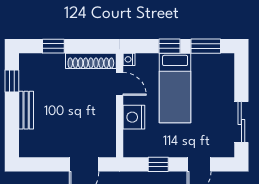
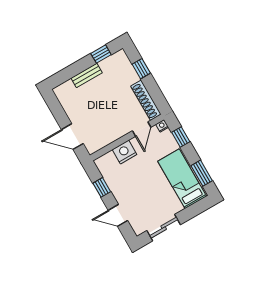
window: (170, 46) -> (181, 137), moved
bed: (175, 88) -> (182, 179), moved, turned 90

